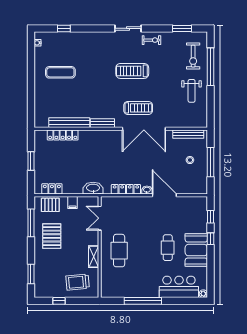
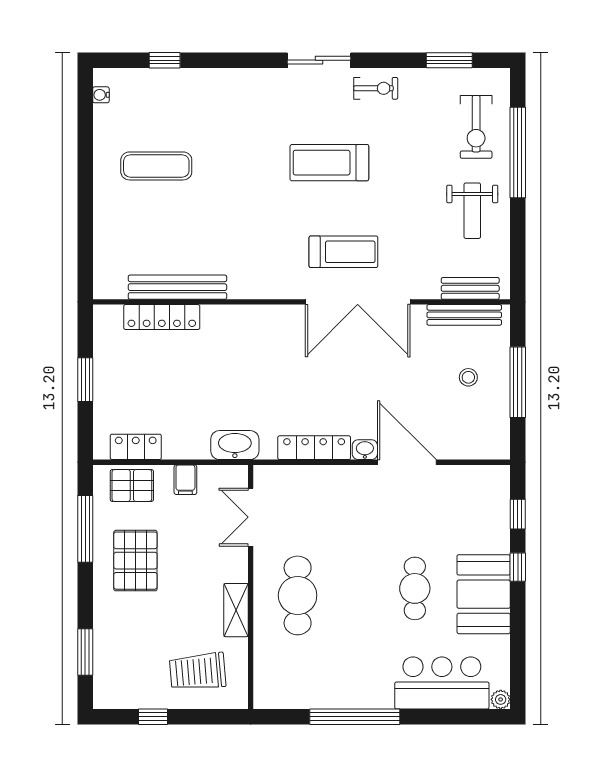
bench: (102, 123) -> (470, 288), moved

